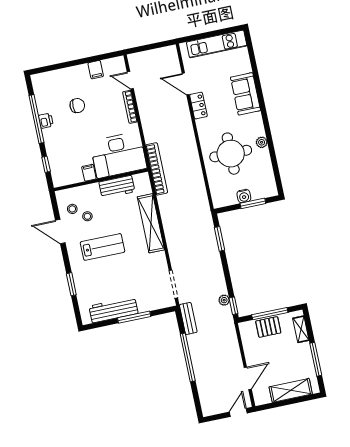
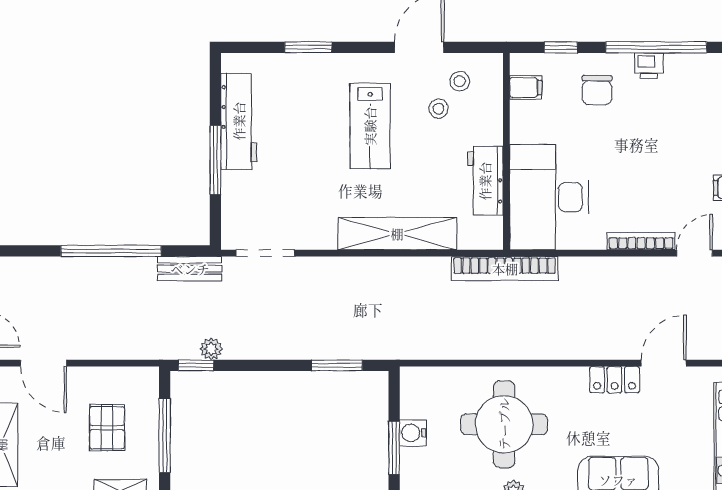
chair: (77, 106) -> (597, 90), moved
filing cabinet: (89, 173) -> (526, 87), moved
pallet: (268, 327) -> (107, 428), moved

